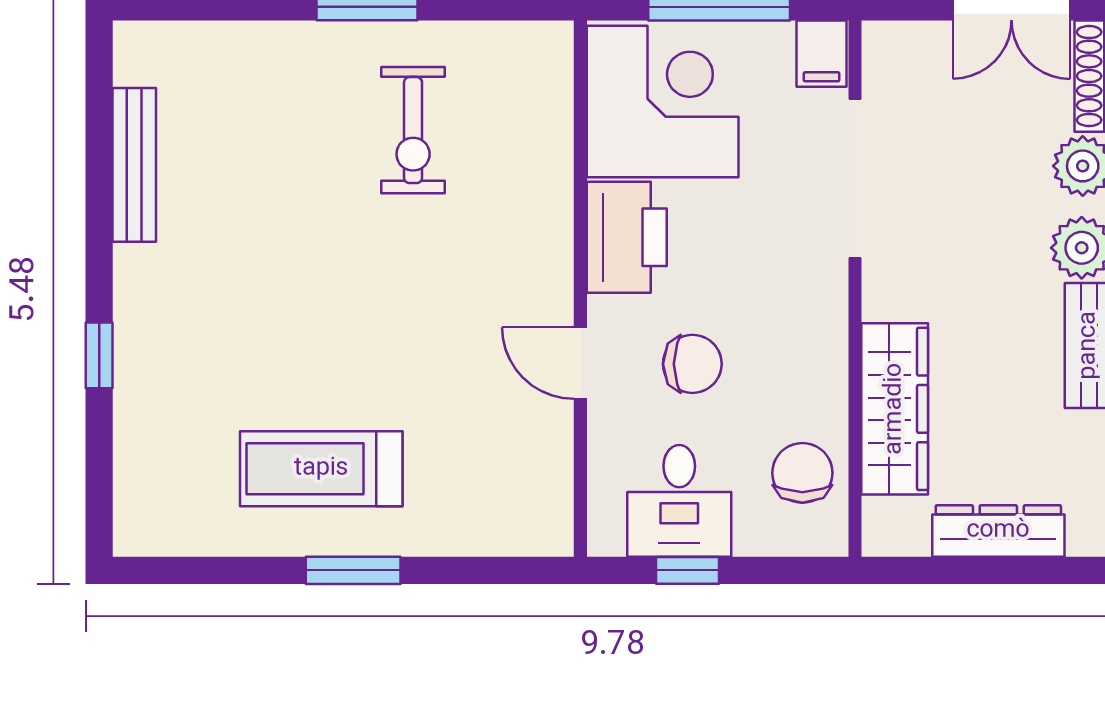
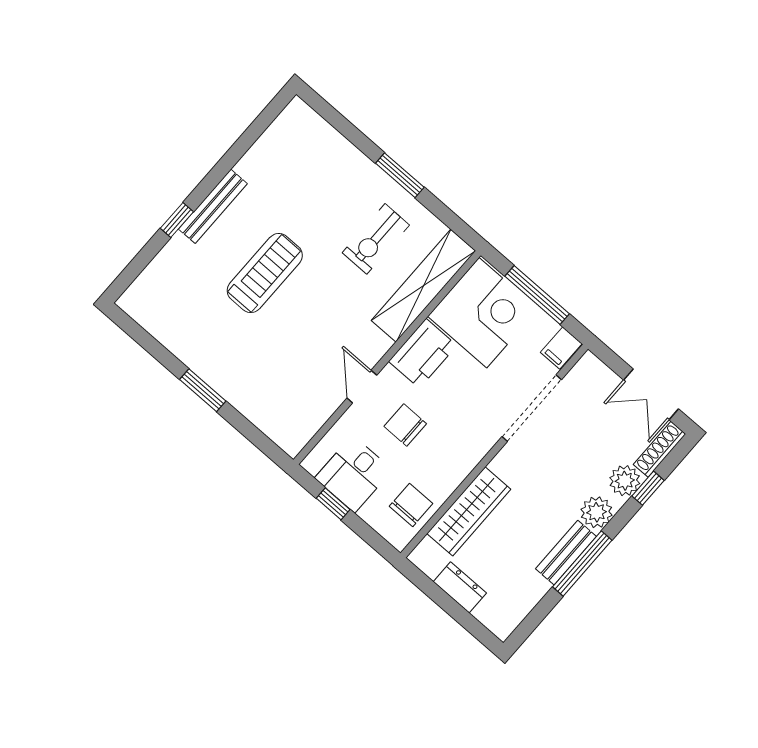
shelving: (542, 138) -> (424, 286), added
bench: (134, 165) -> (213, 206), moved
chair: (692, 364) -> (405, 425), turned 180
treadmill: (321, 469) -> (265, 273), moved, turned 90
dresser: (998, 531) -> (460, 587), width x0.70

